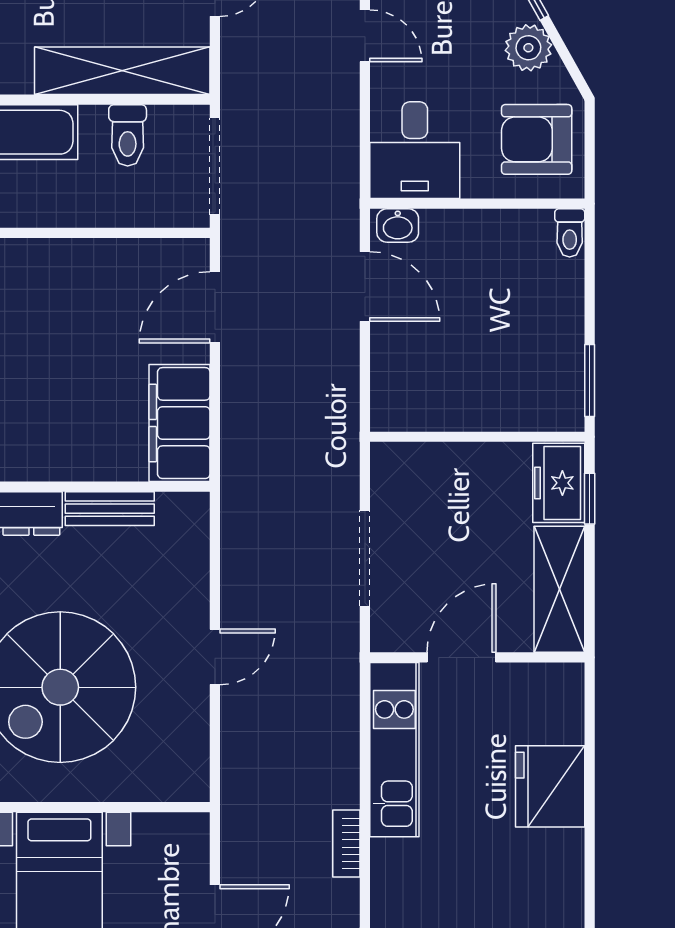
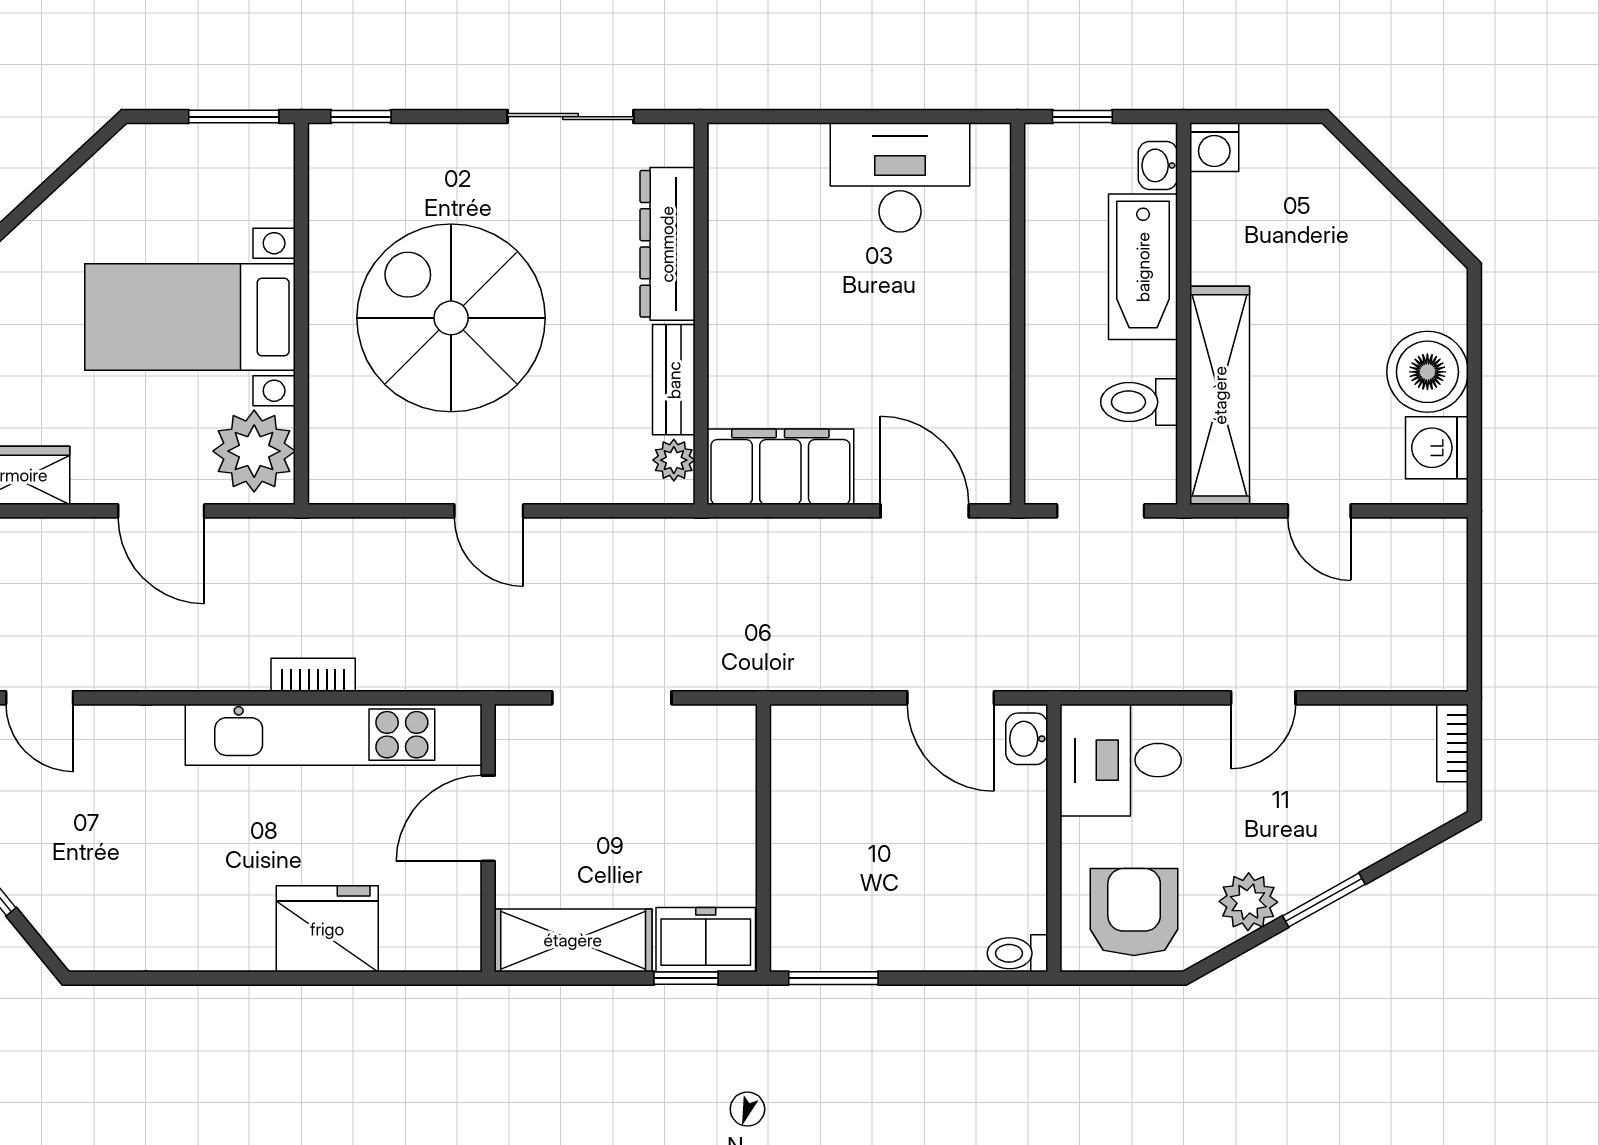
doorway: (215, 166) -> (1101, 511), width x0.73
door: (365, 287) -> (951, 698), hinge flipped
plant: (174, 509) -> (674, 460), added
door: (461, 657) -> (488, 818), swing flipped
kitchen unit: (394, 750) -> (334, 735), width x1.36
bookcase: (346, 843) -> (313, 675), moved
plant: (167, 845) -> (254, 451), added

